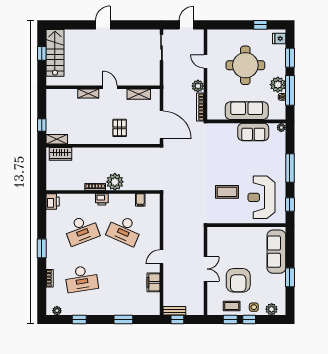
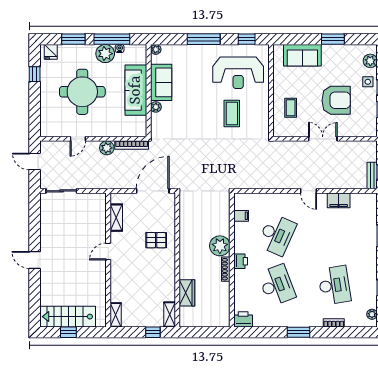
shelving: (88, 94) -> (116, 315), moved
plant: (233, 128) -> (156, 107), added
wardrobe: (60, 154) -> (187, 293), moved
sofa: (276, 252) -> (302, 55), width x0.73
coffee table: (232, 306) -> (291, 108), moved

